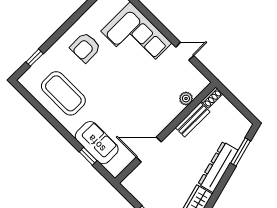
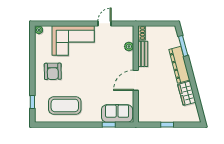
sofa: (97, 143) -> (117, 113), moved
door: (149, 149) -> (136, 80), moved

